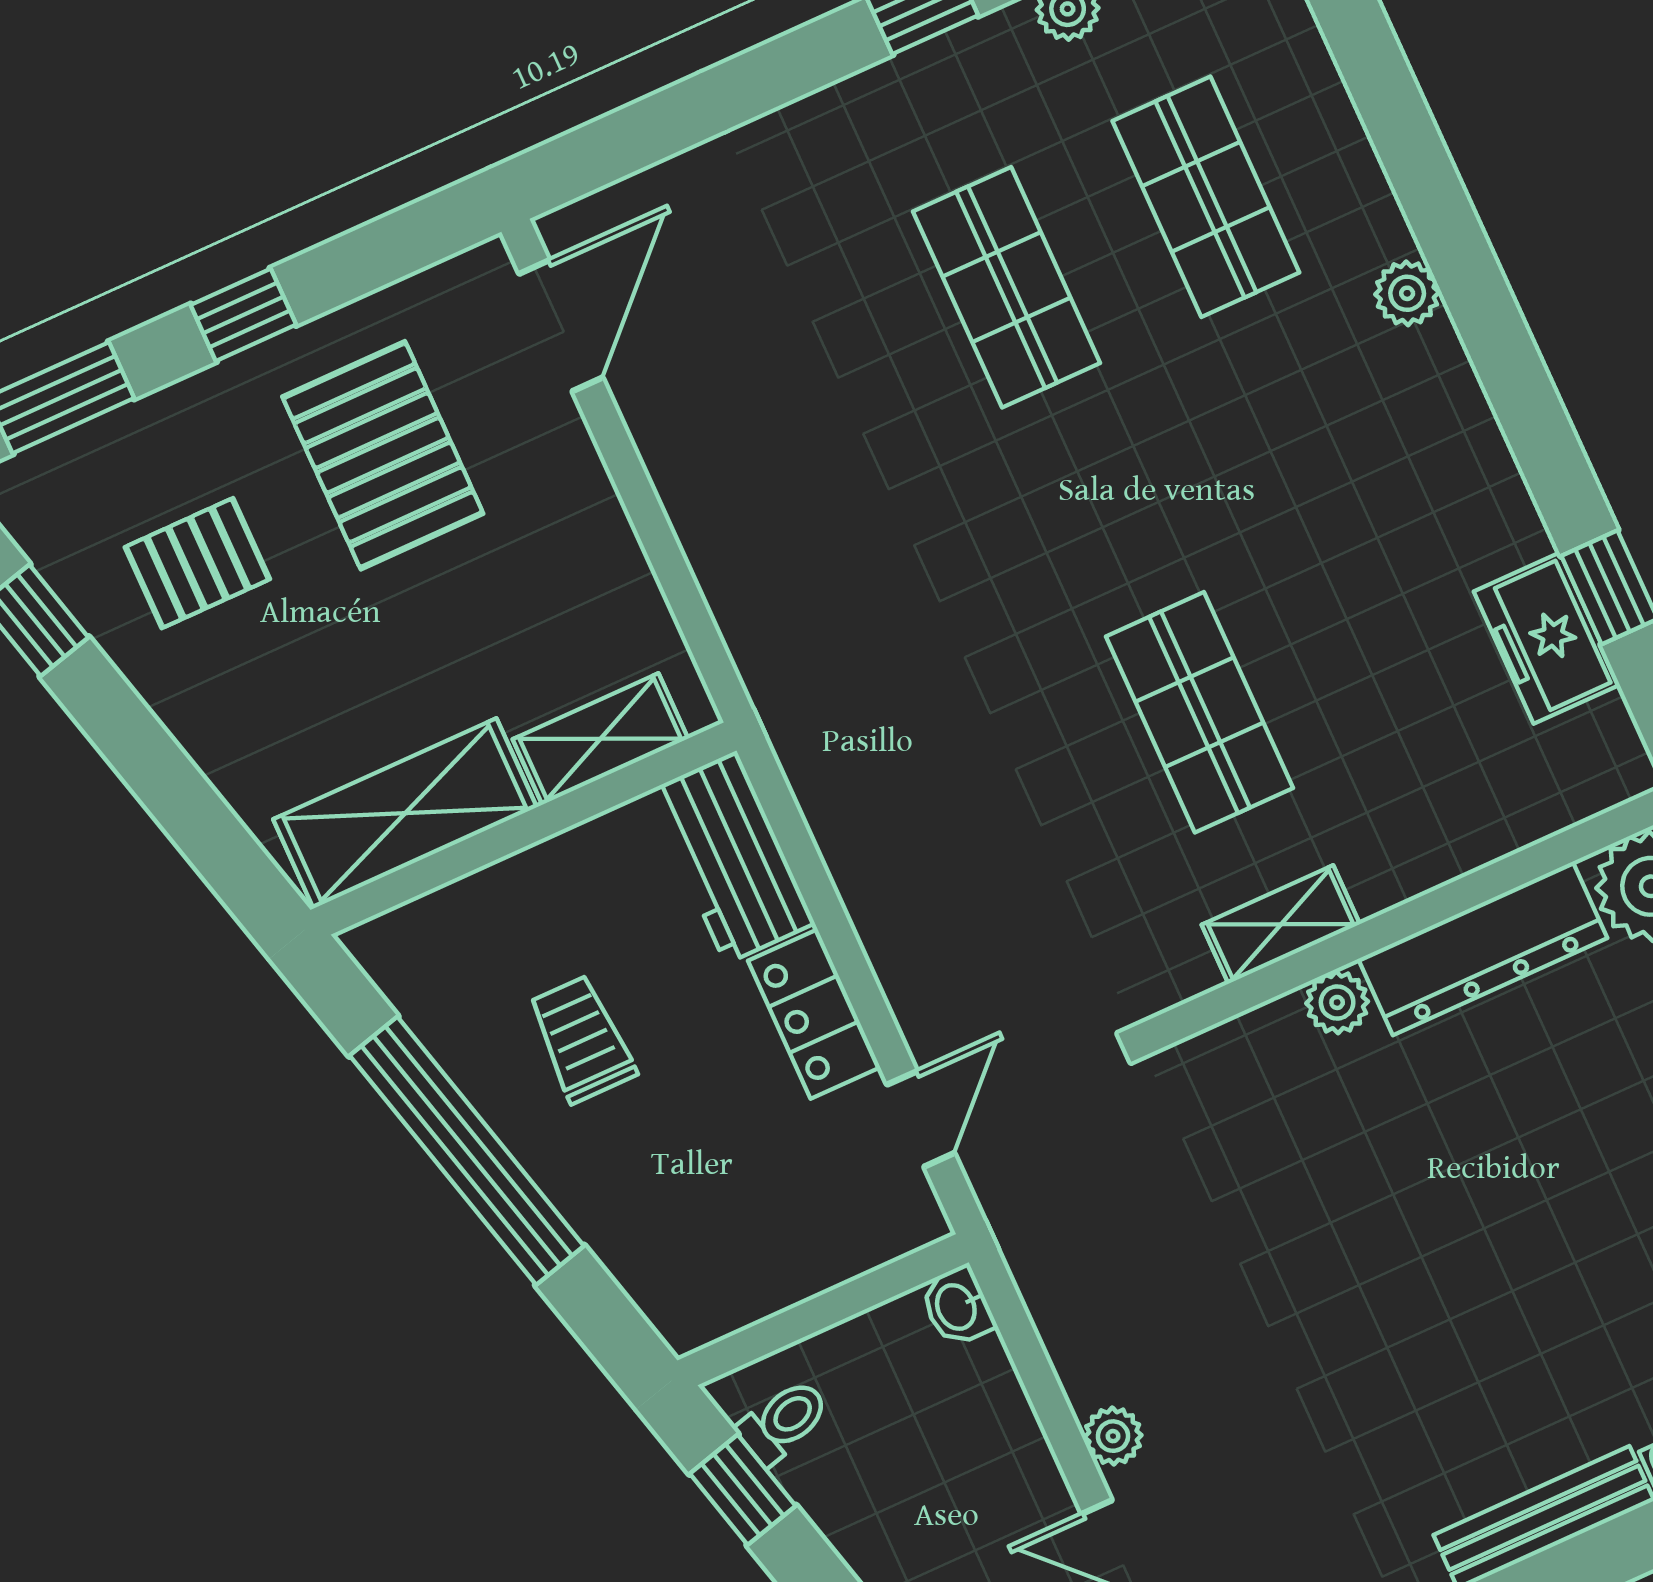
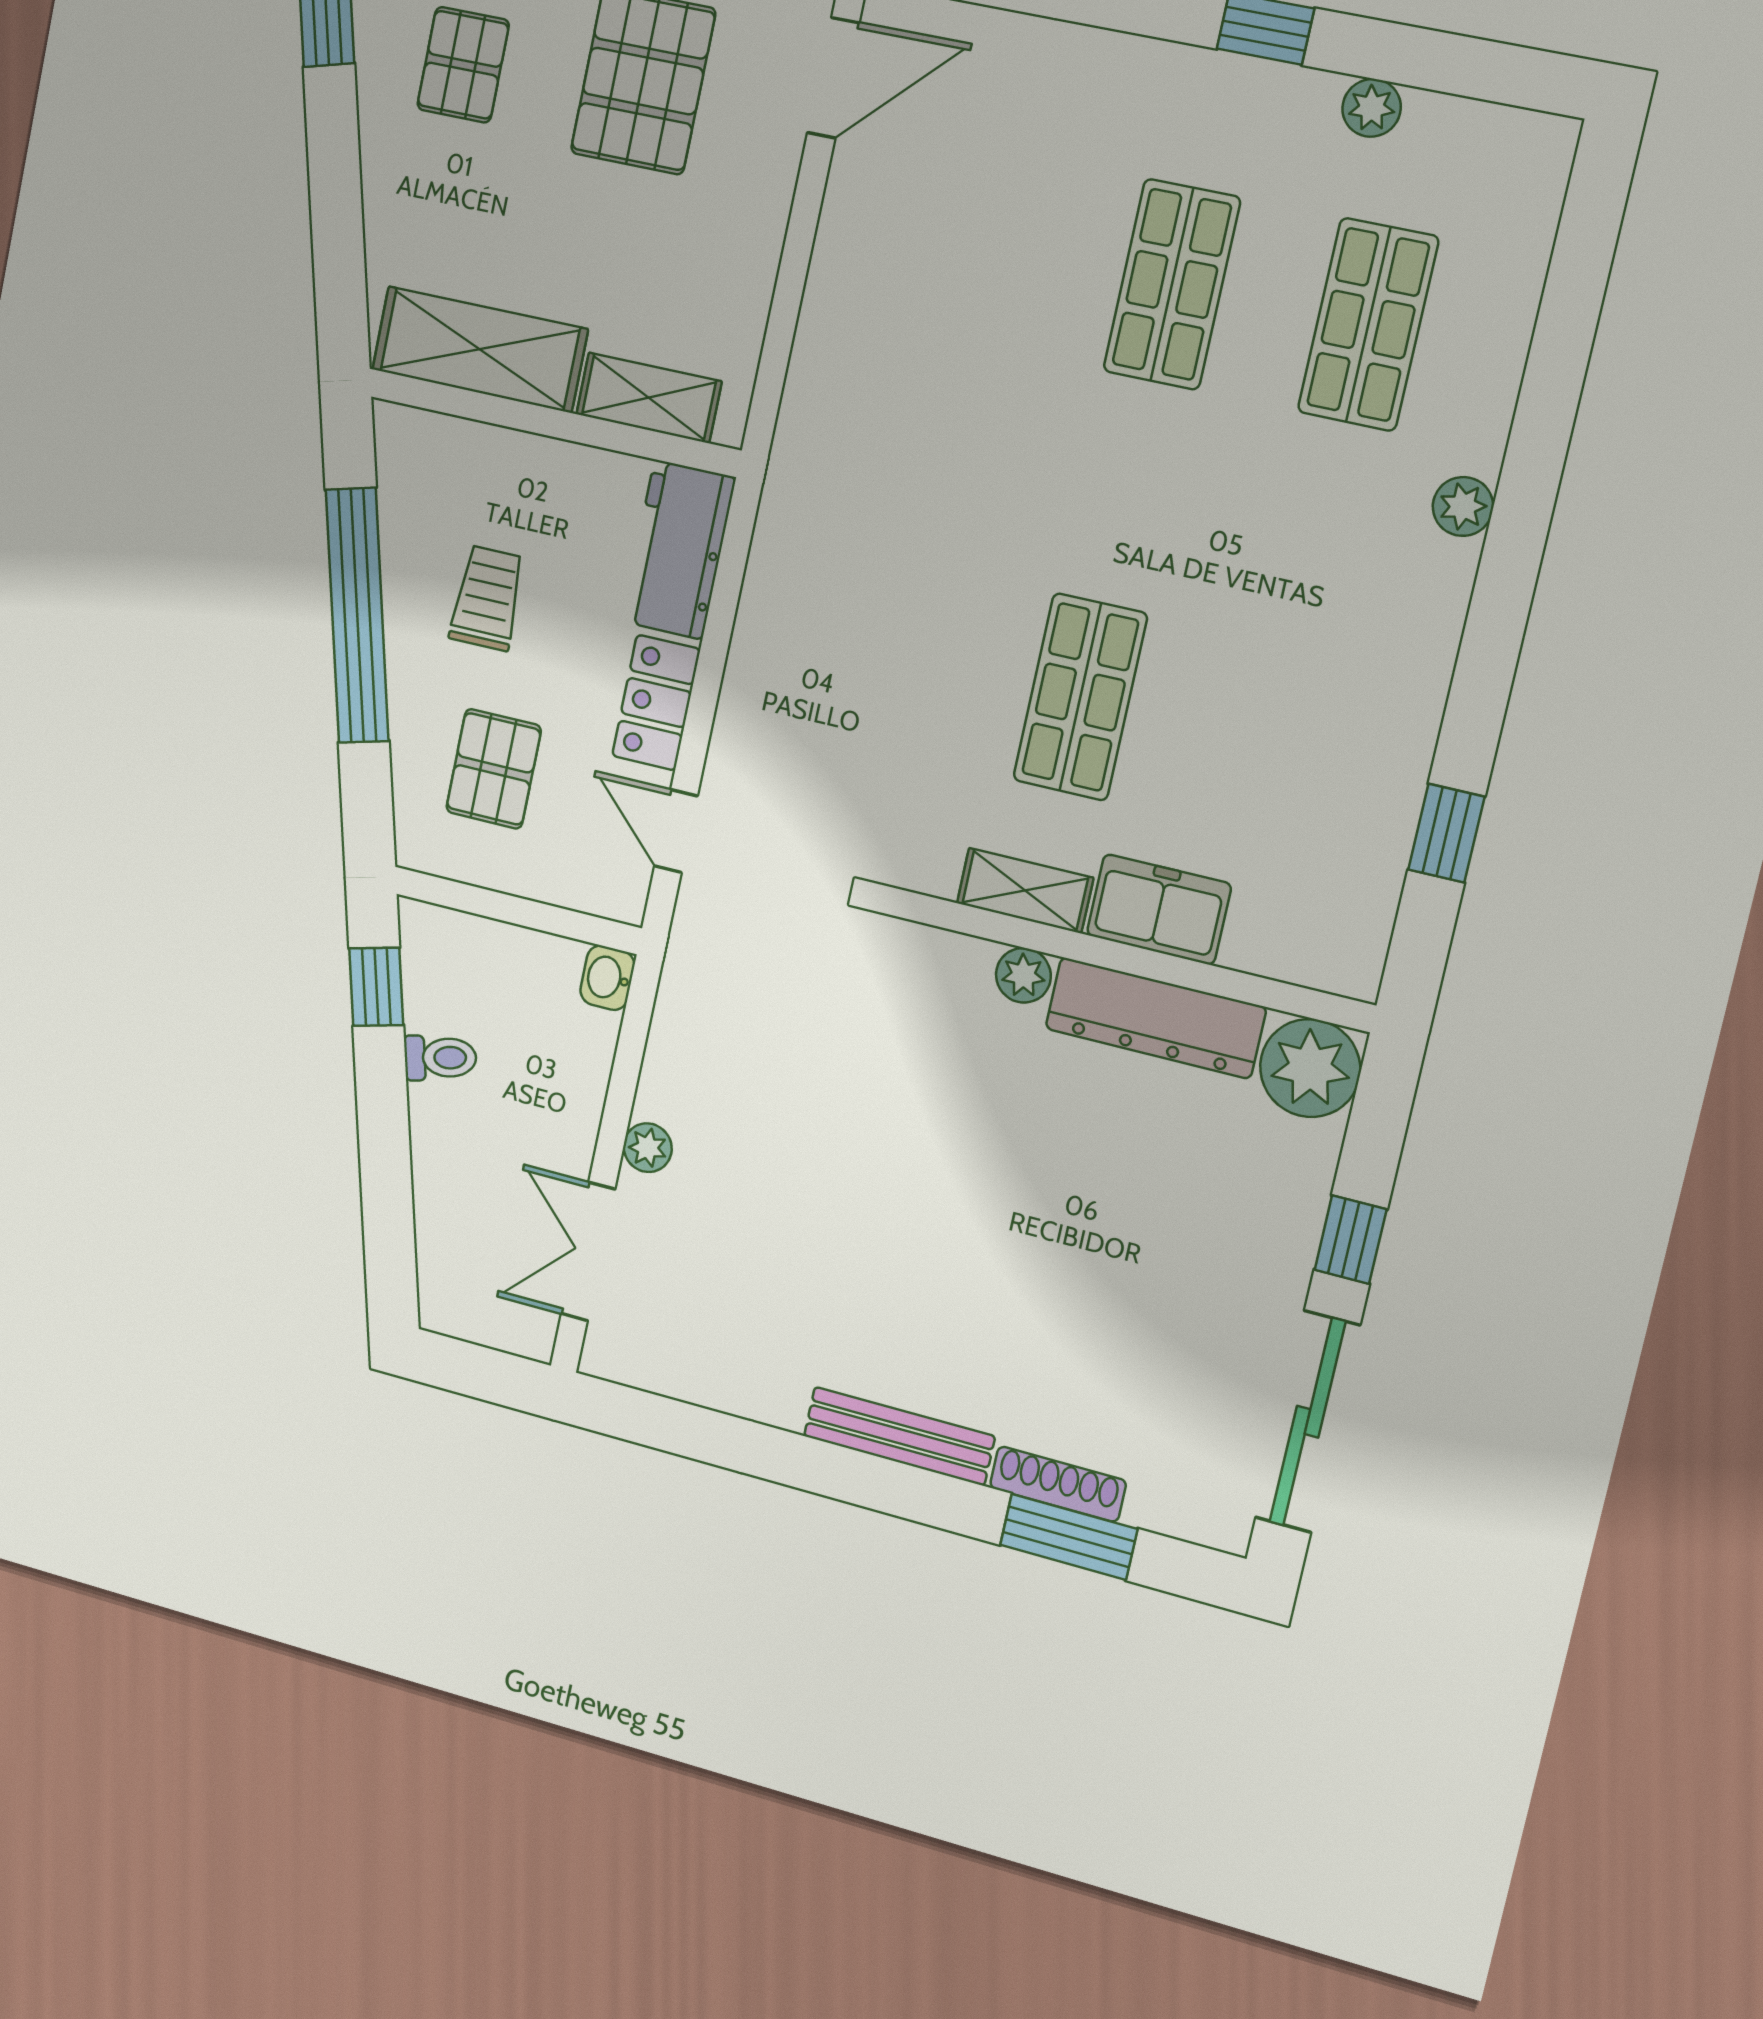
pallet: (197, 563) -> (463, 65), turned 90
freezer: (1547, 638) -> (1159, 909), moved, turned 90
door: (921, 1119) -> (676, 831), swing flipped
pallet: (705, 1194) -> (494, 769), added
toilet: (783, 1422) -> (440, 1058), moved

